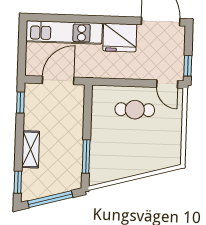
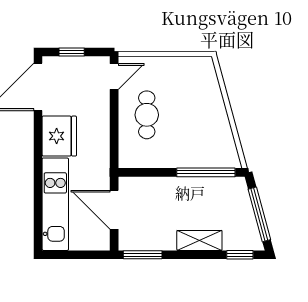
window: (188, 66) -> (72, 52), moved
window: (20, 102) -> (143, 255), width x1.50
window: (86, 156) -> (206, 172), width x1.44

